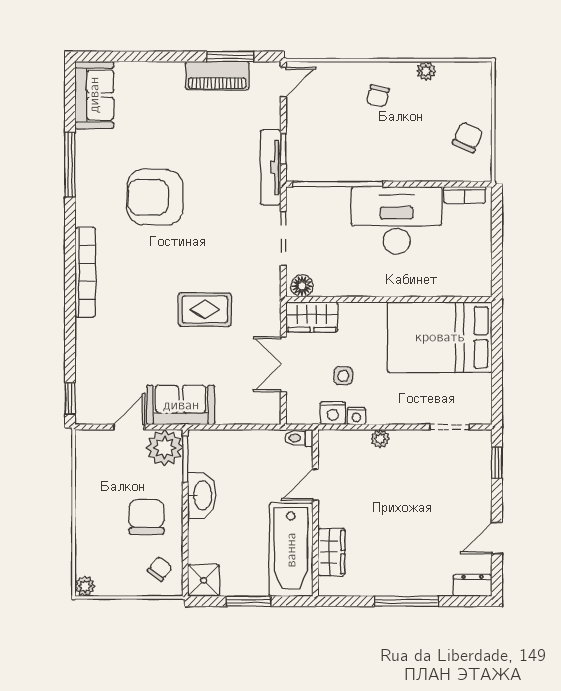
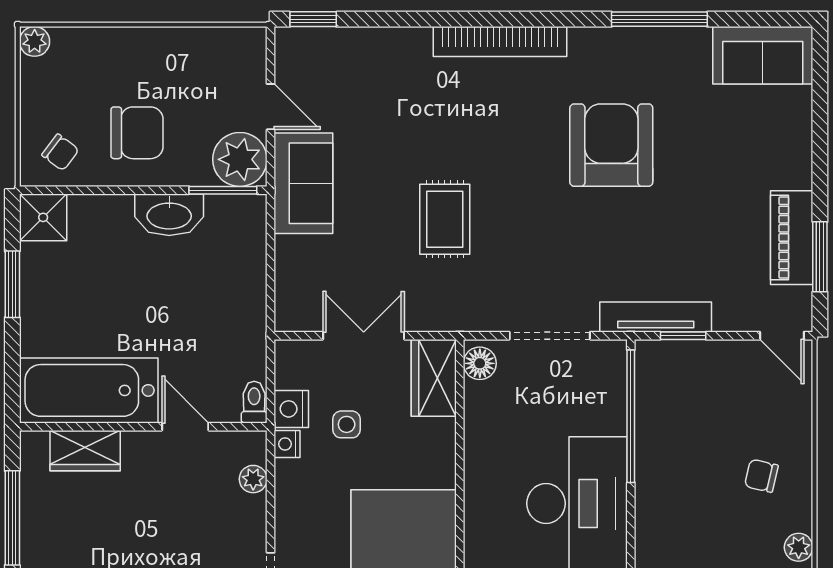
toilet: (299, 438) -> (254, 402), moved
door: (315, 485) -> (185, 427), moved
wall: (315, 513) -> (143, 427), moved
bathtub: (291, 550) -> (89, 390), moved
wardrobe: (331, 552) -> (85, 451), moved

